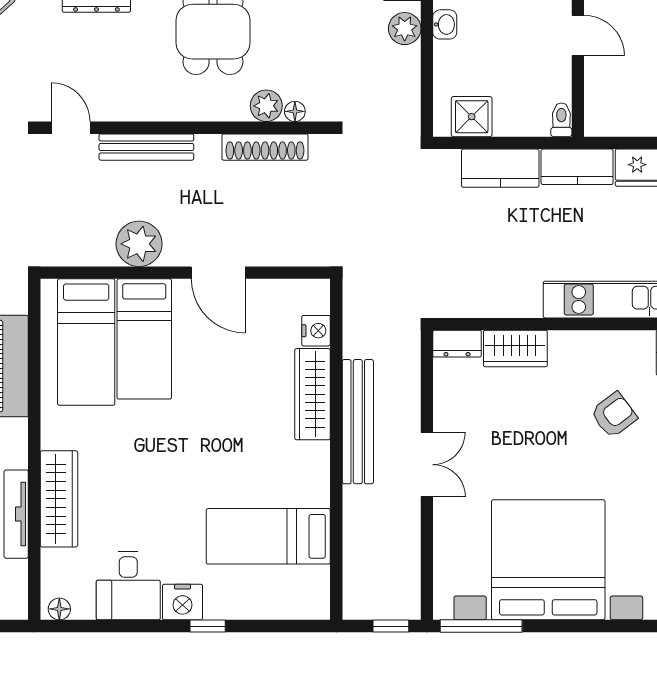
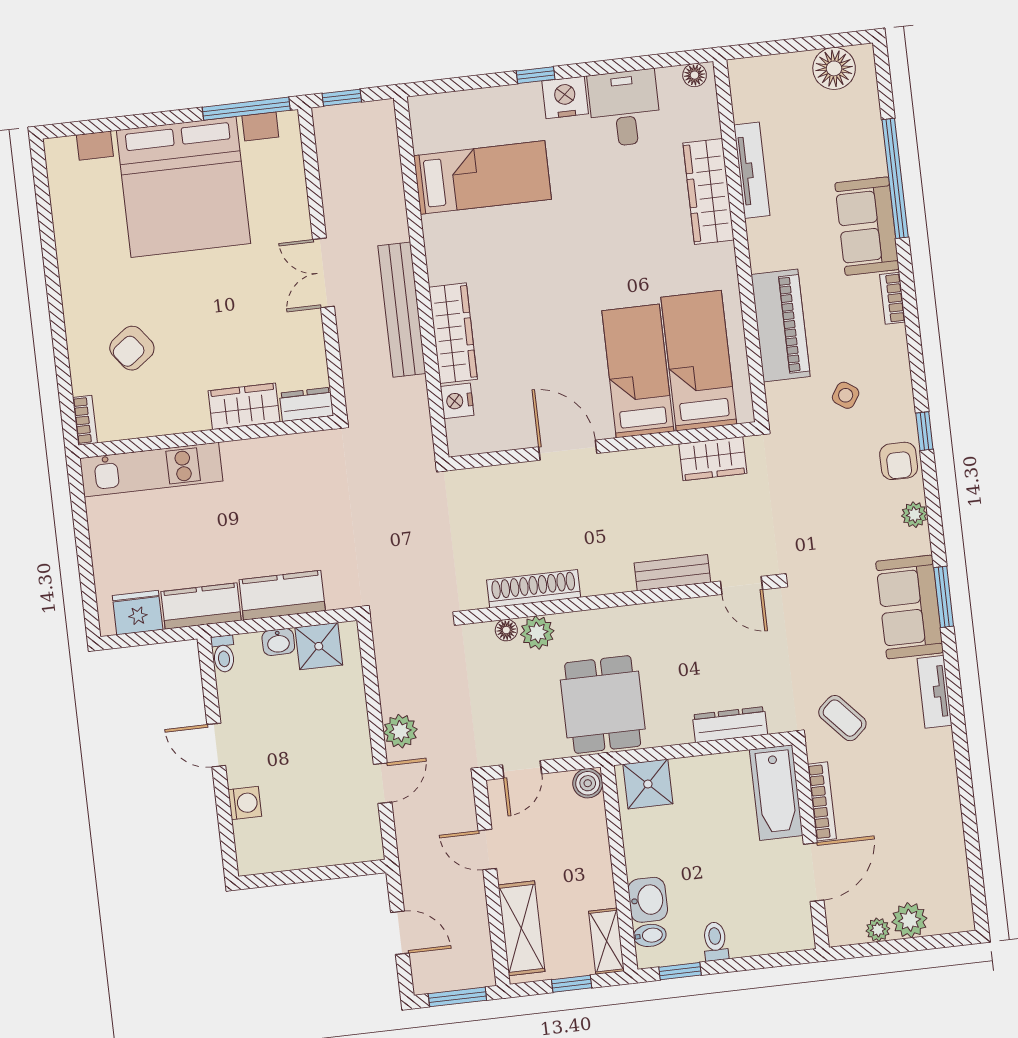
washbasin: (445, 24) -> (278, 642), moved, turned -90
bench: (146, 147) -> (672, 573), width x0.73
plant: (139, 244) -> (655, 471), removed
wardrobe: (84, 249) -> (713, 459), added

